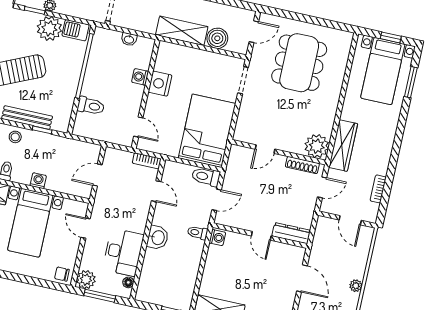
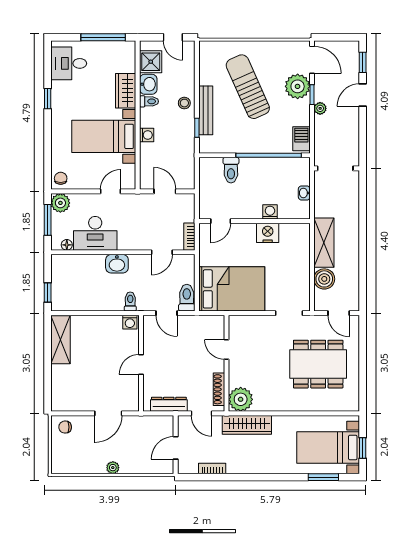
plant: (49, 28) -> (298, 86), moved
dresser: (291, 233) -> (169, 404), moved, turned -90

